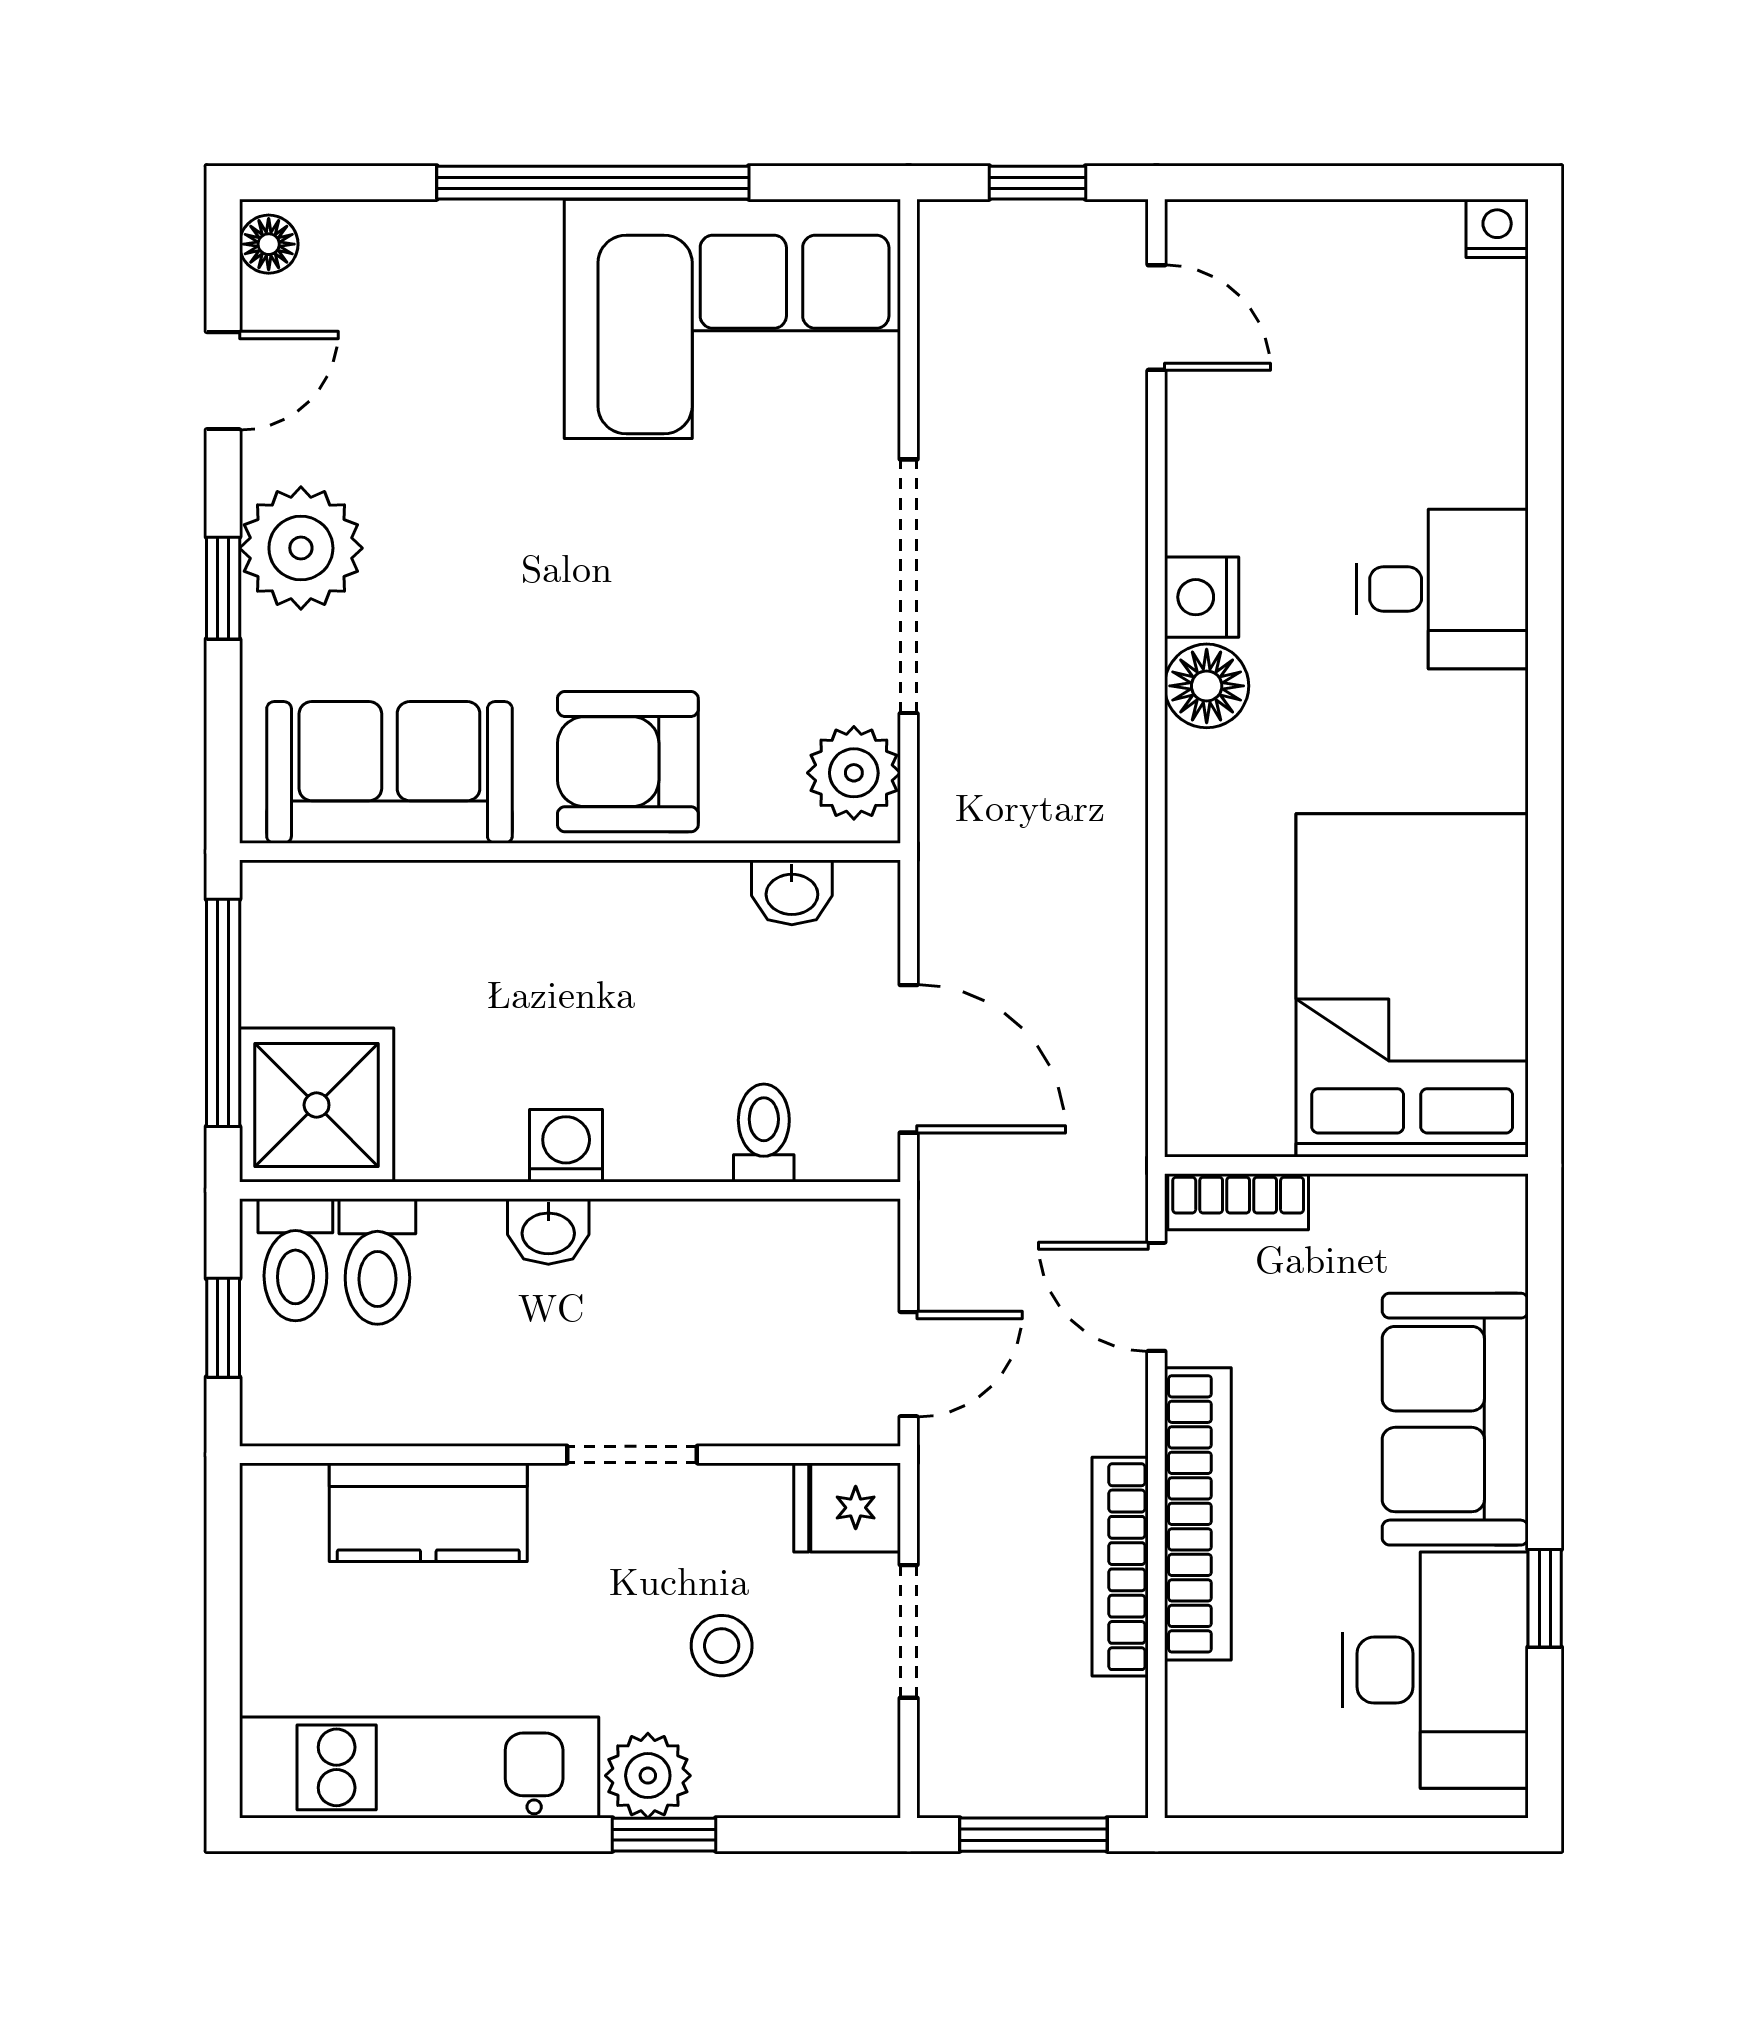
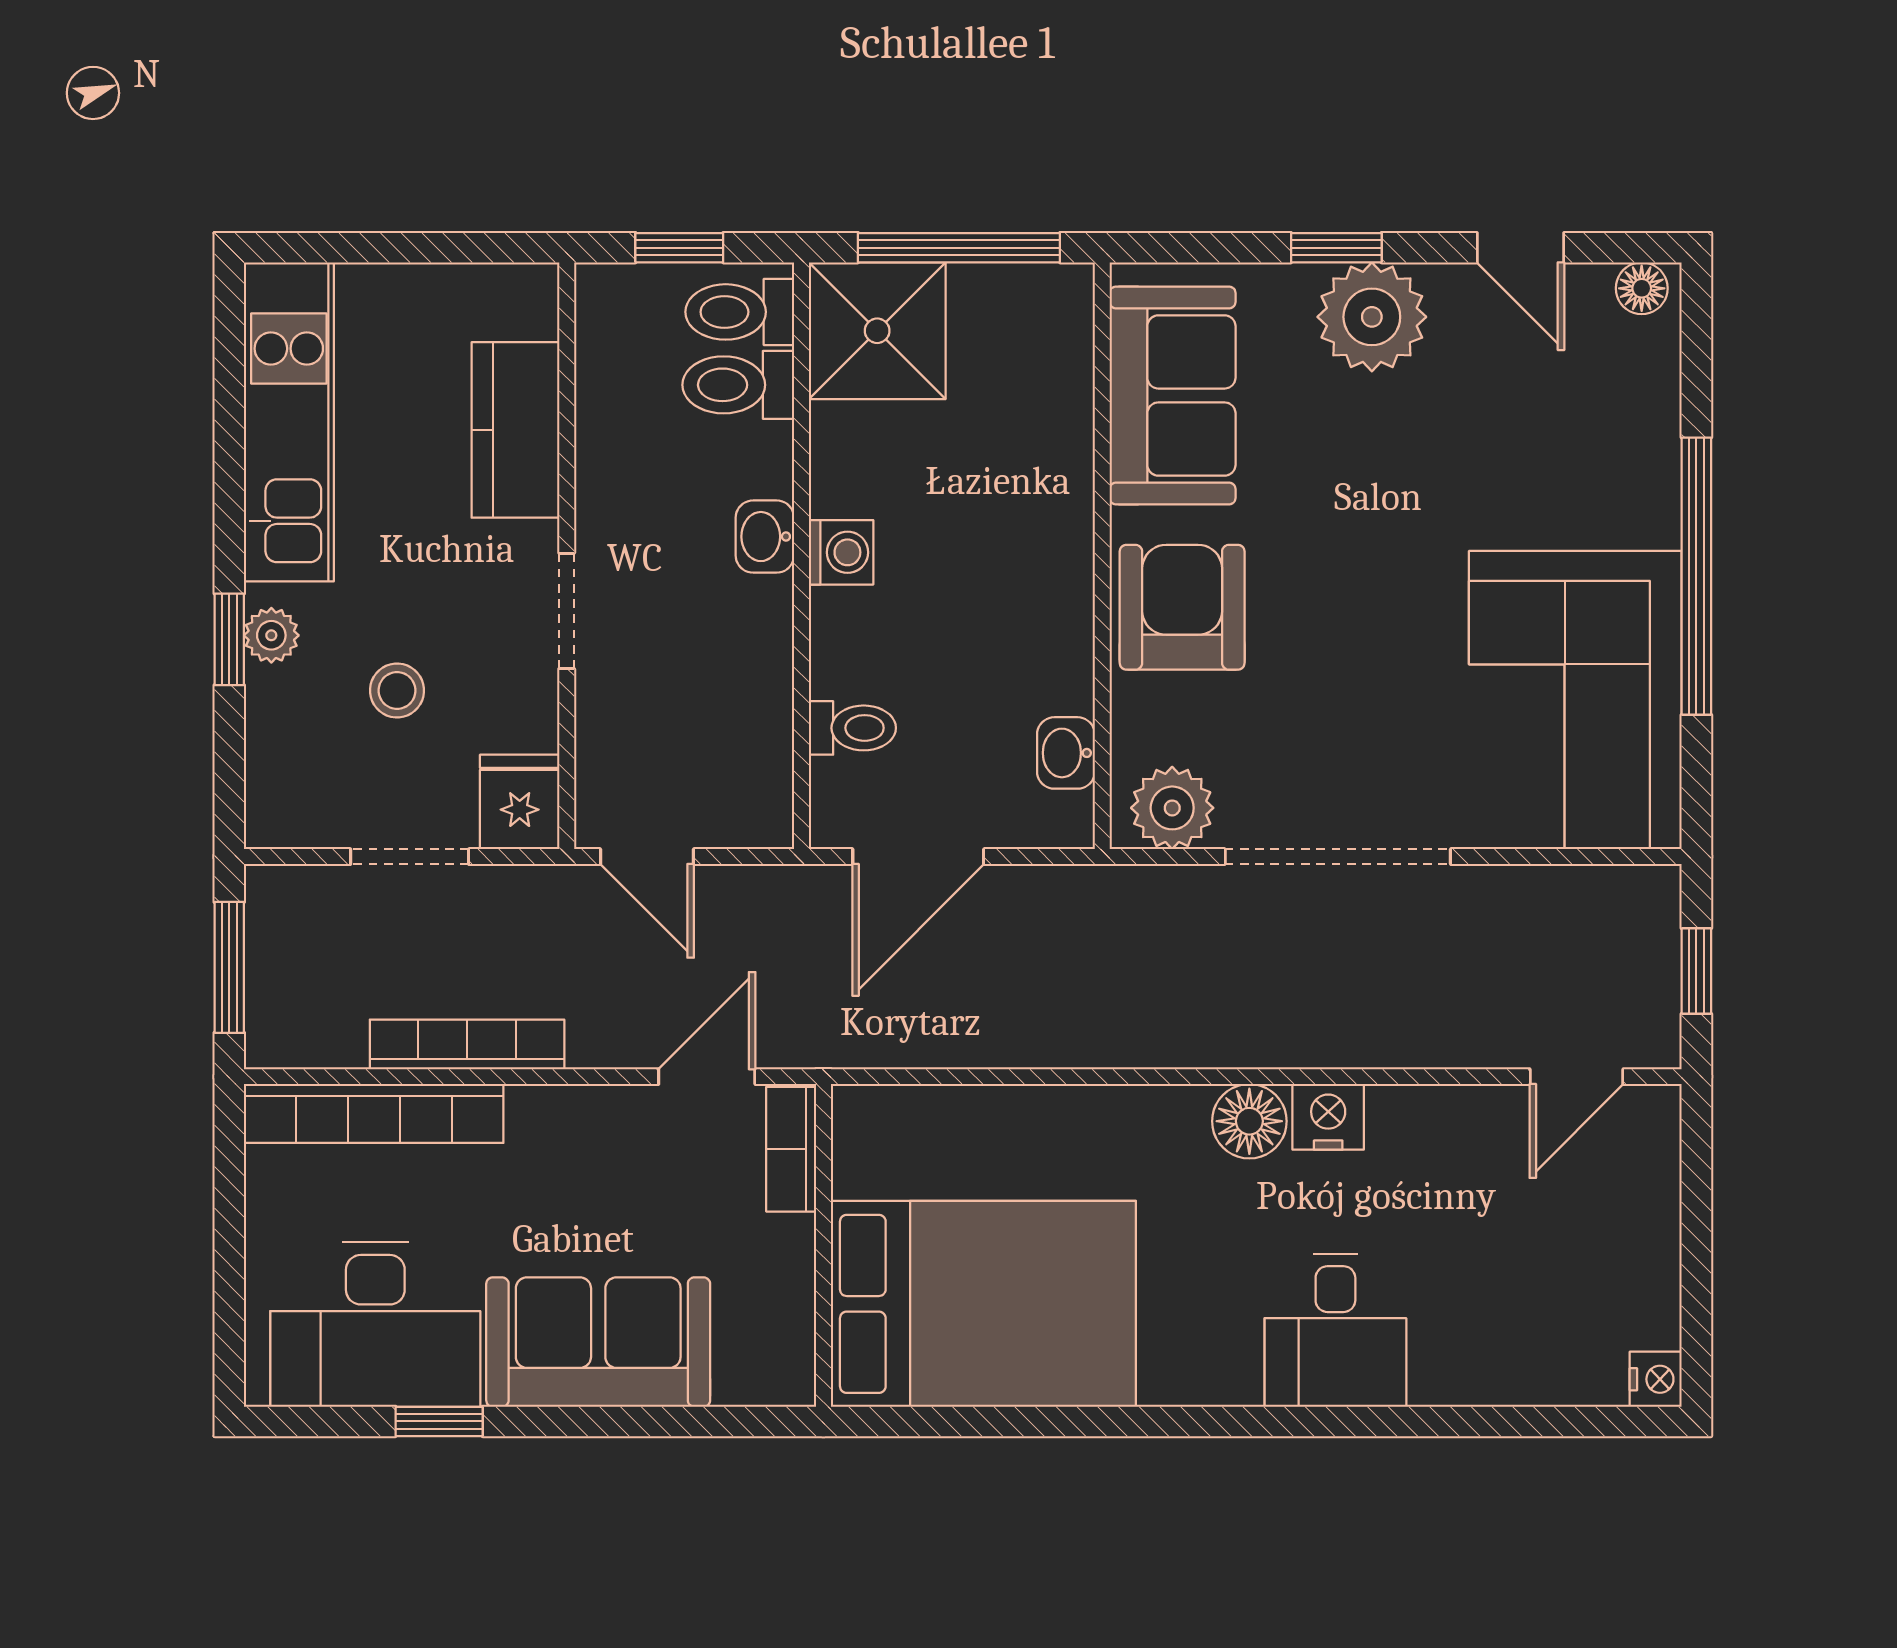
bookcase: (1198, 1514) -> (374, 1113), moved
plant: (648, 1776) -> (271, 635), width x0.73, depth x0.73

